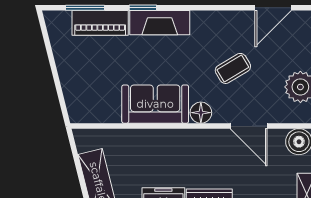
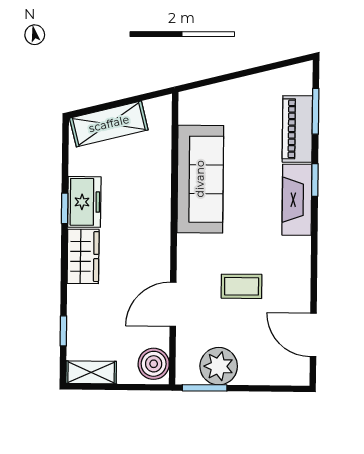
coffee table: (233, 68) -> (242, 286), turned -59
sofa: (155, 104) -> (200, 179), width x1.36
floor lamp: (201, 113) -> (189, 248), removed

